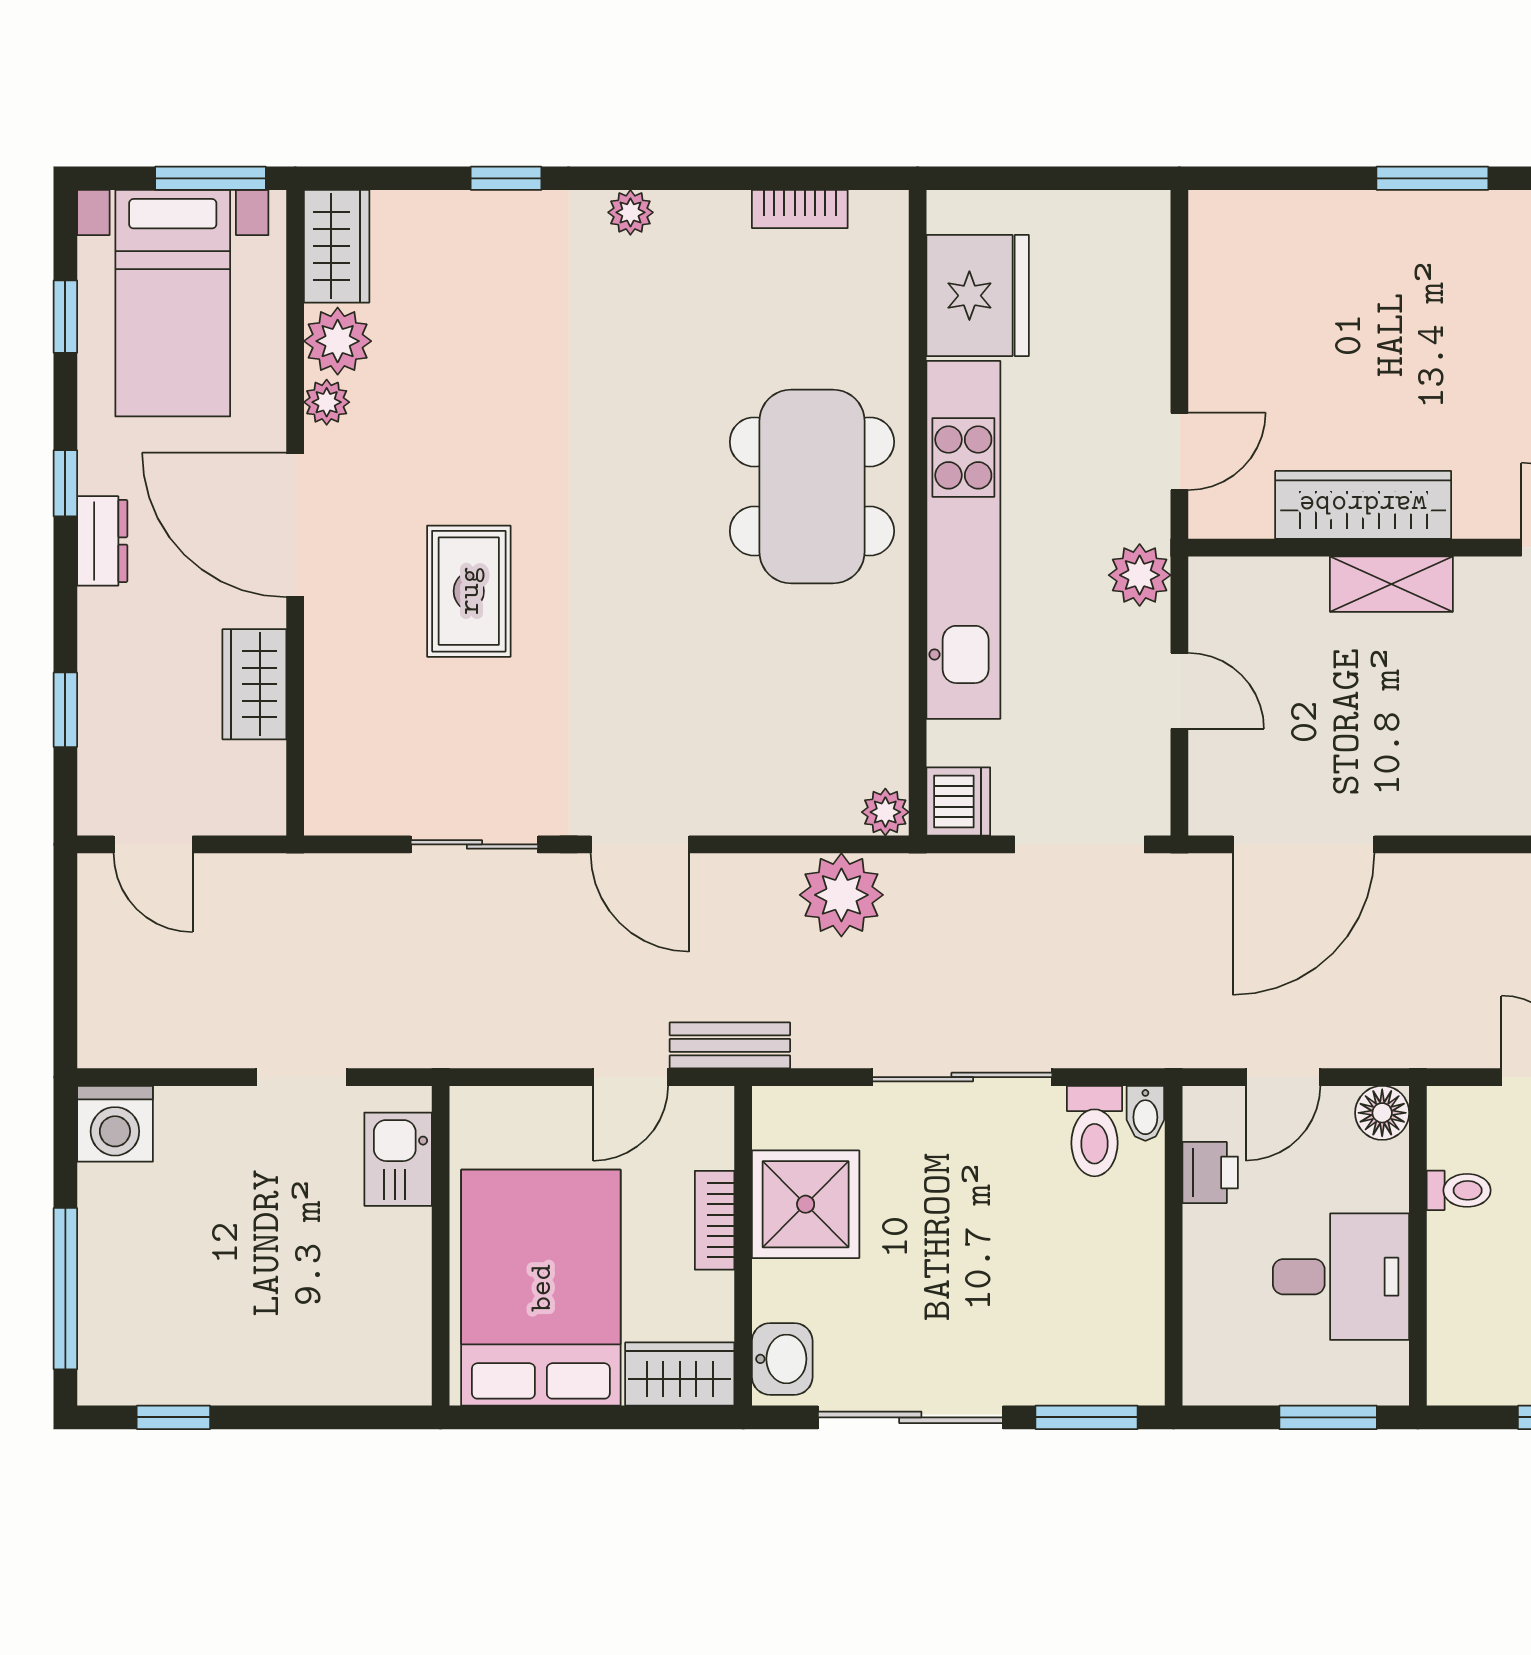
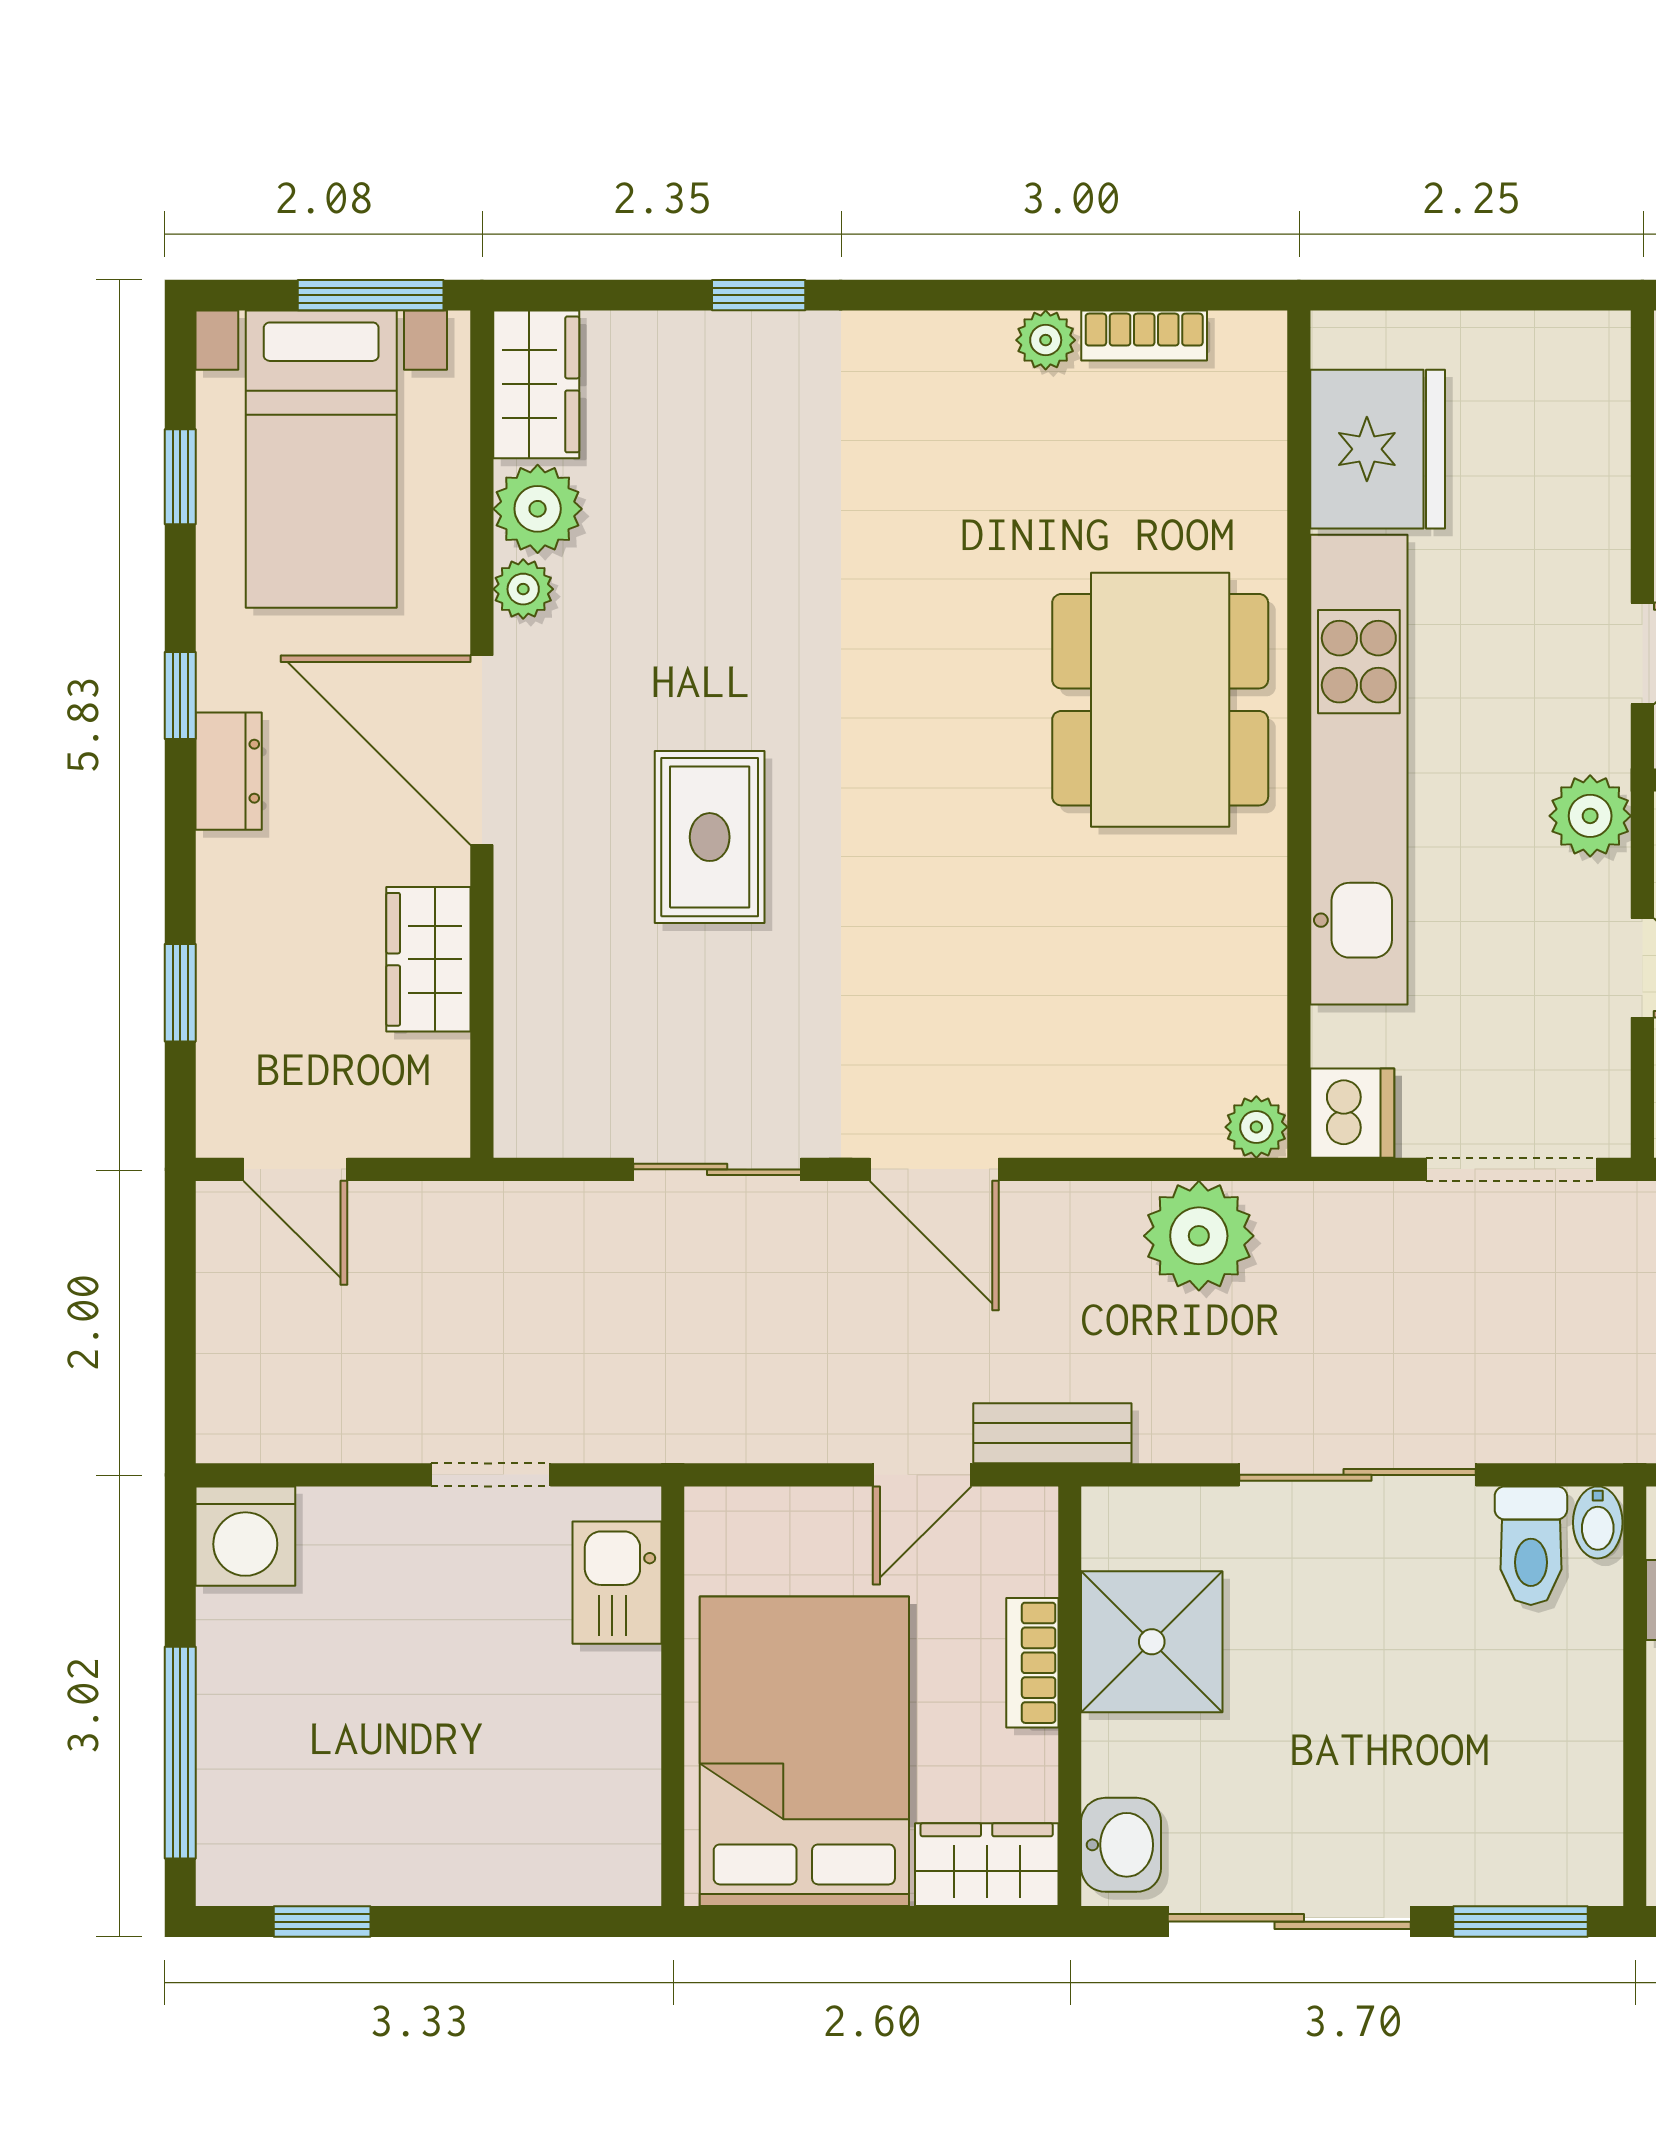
plant: (630, 212) -> (1046, 340), moved

